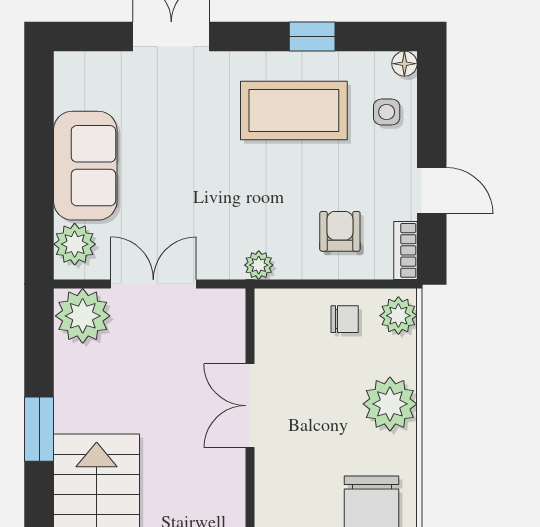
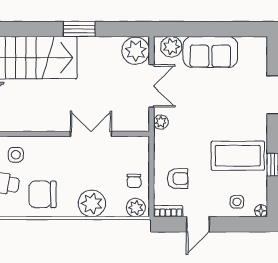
coffee table: (294, 111) -> (238, 156), turned 90
plant: (259, 265) -> (161, 122), moved

